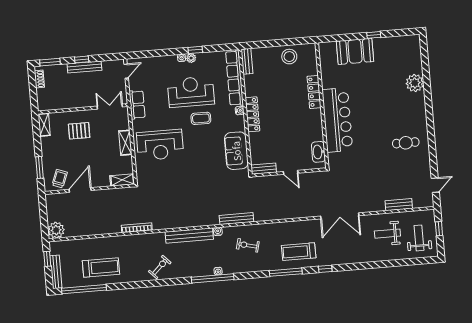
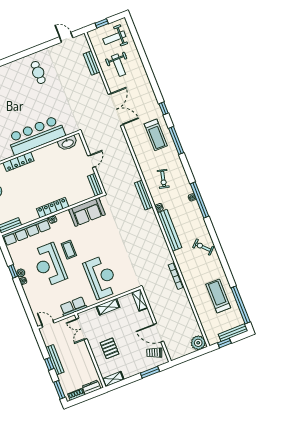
dresser: (42, 98) -> (91, 387), added

